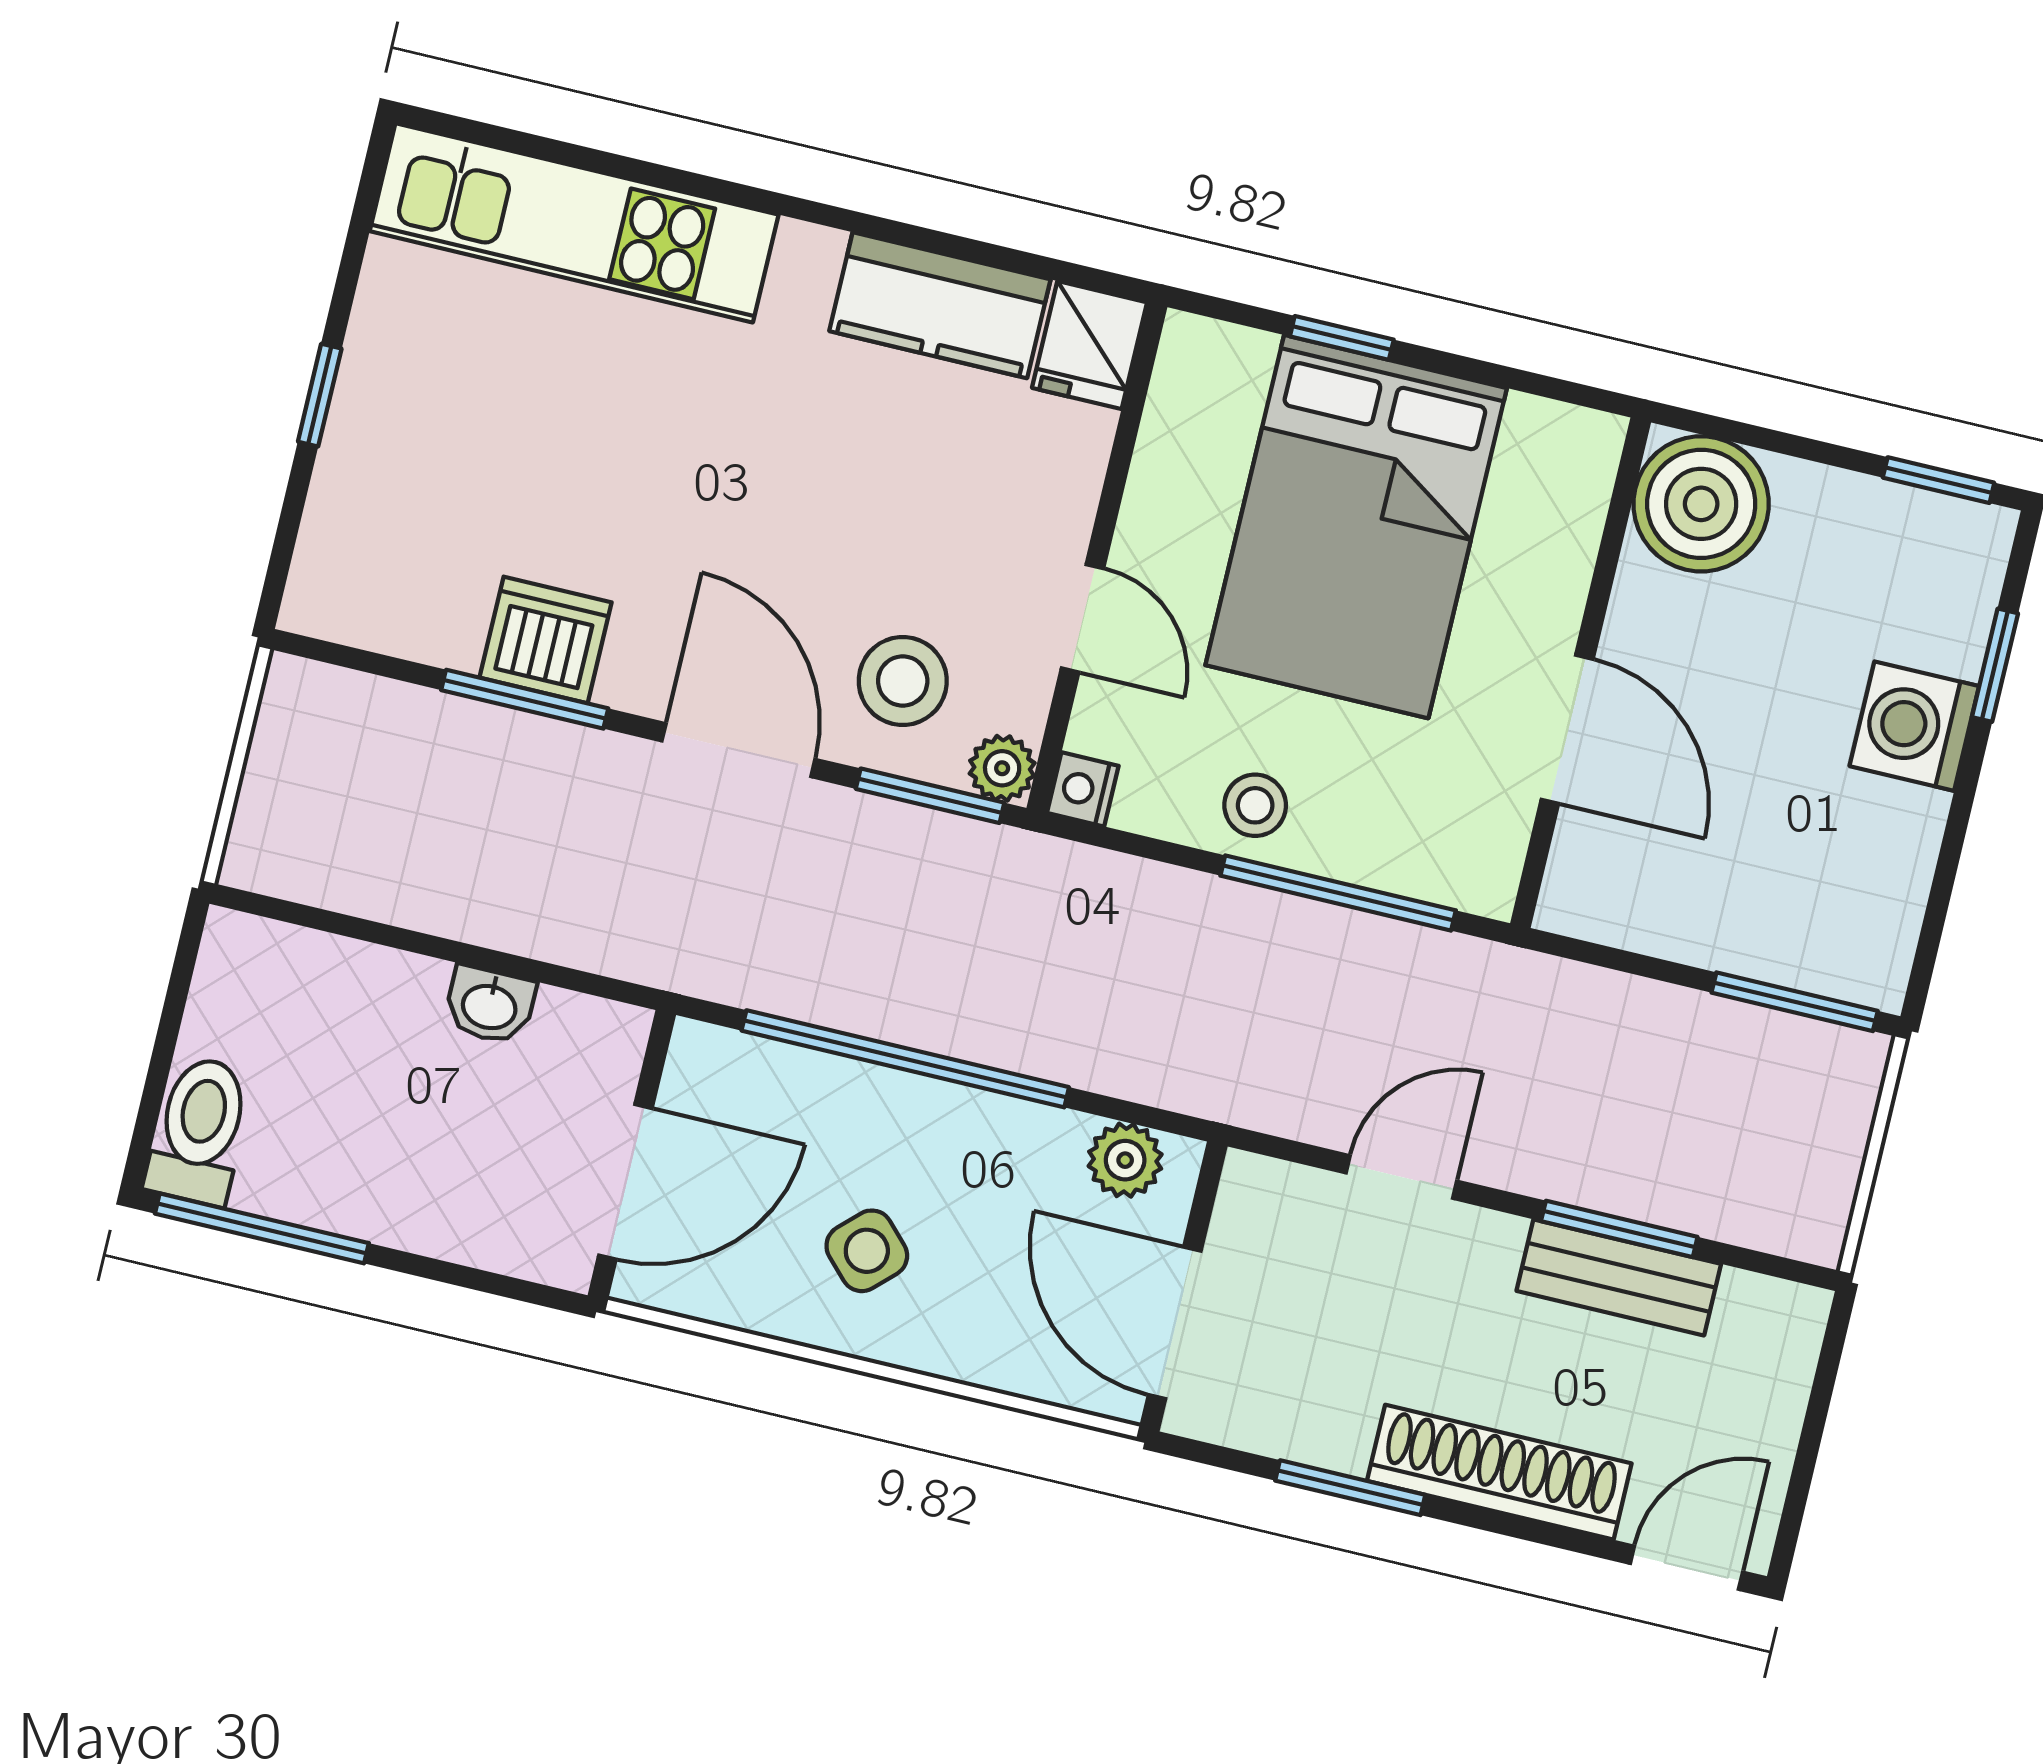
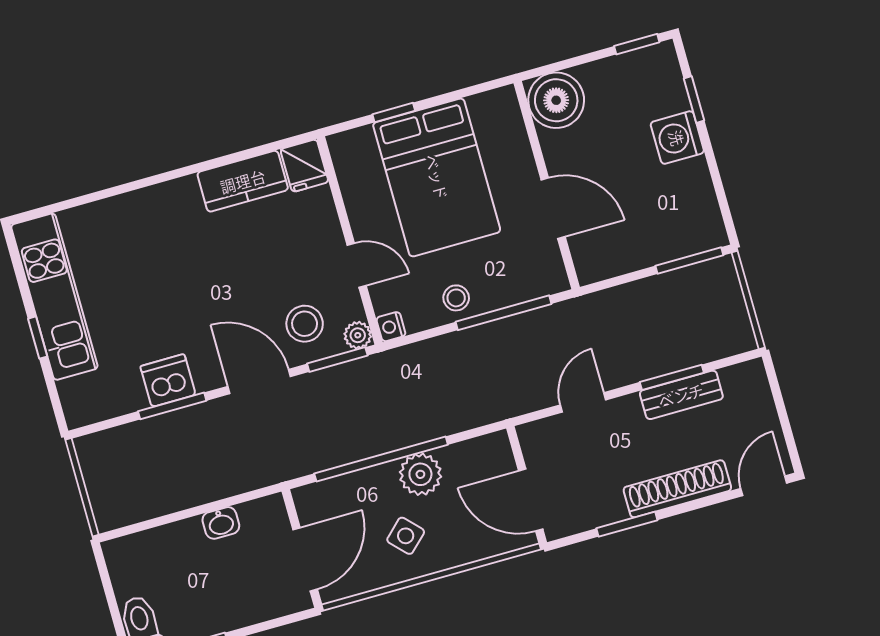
kitchen unit: (574, 223) -> (54, 297), moved, turned -90
plant: (1125, 1160) -> (420, 474), moved, width x1.38, depth x1.38

